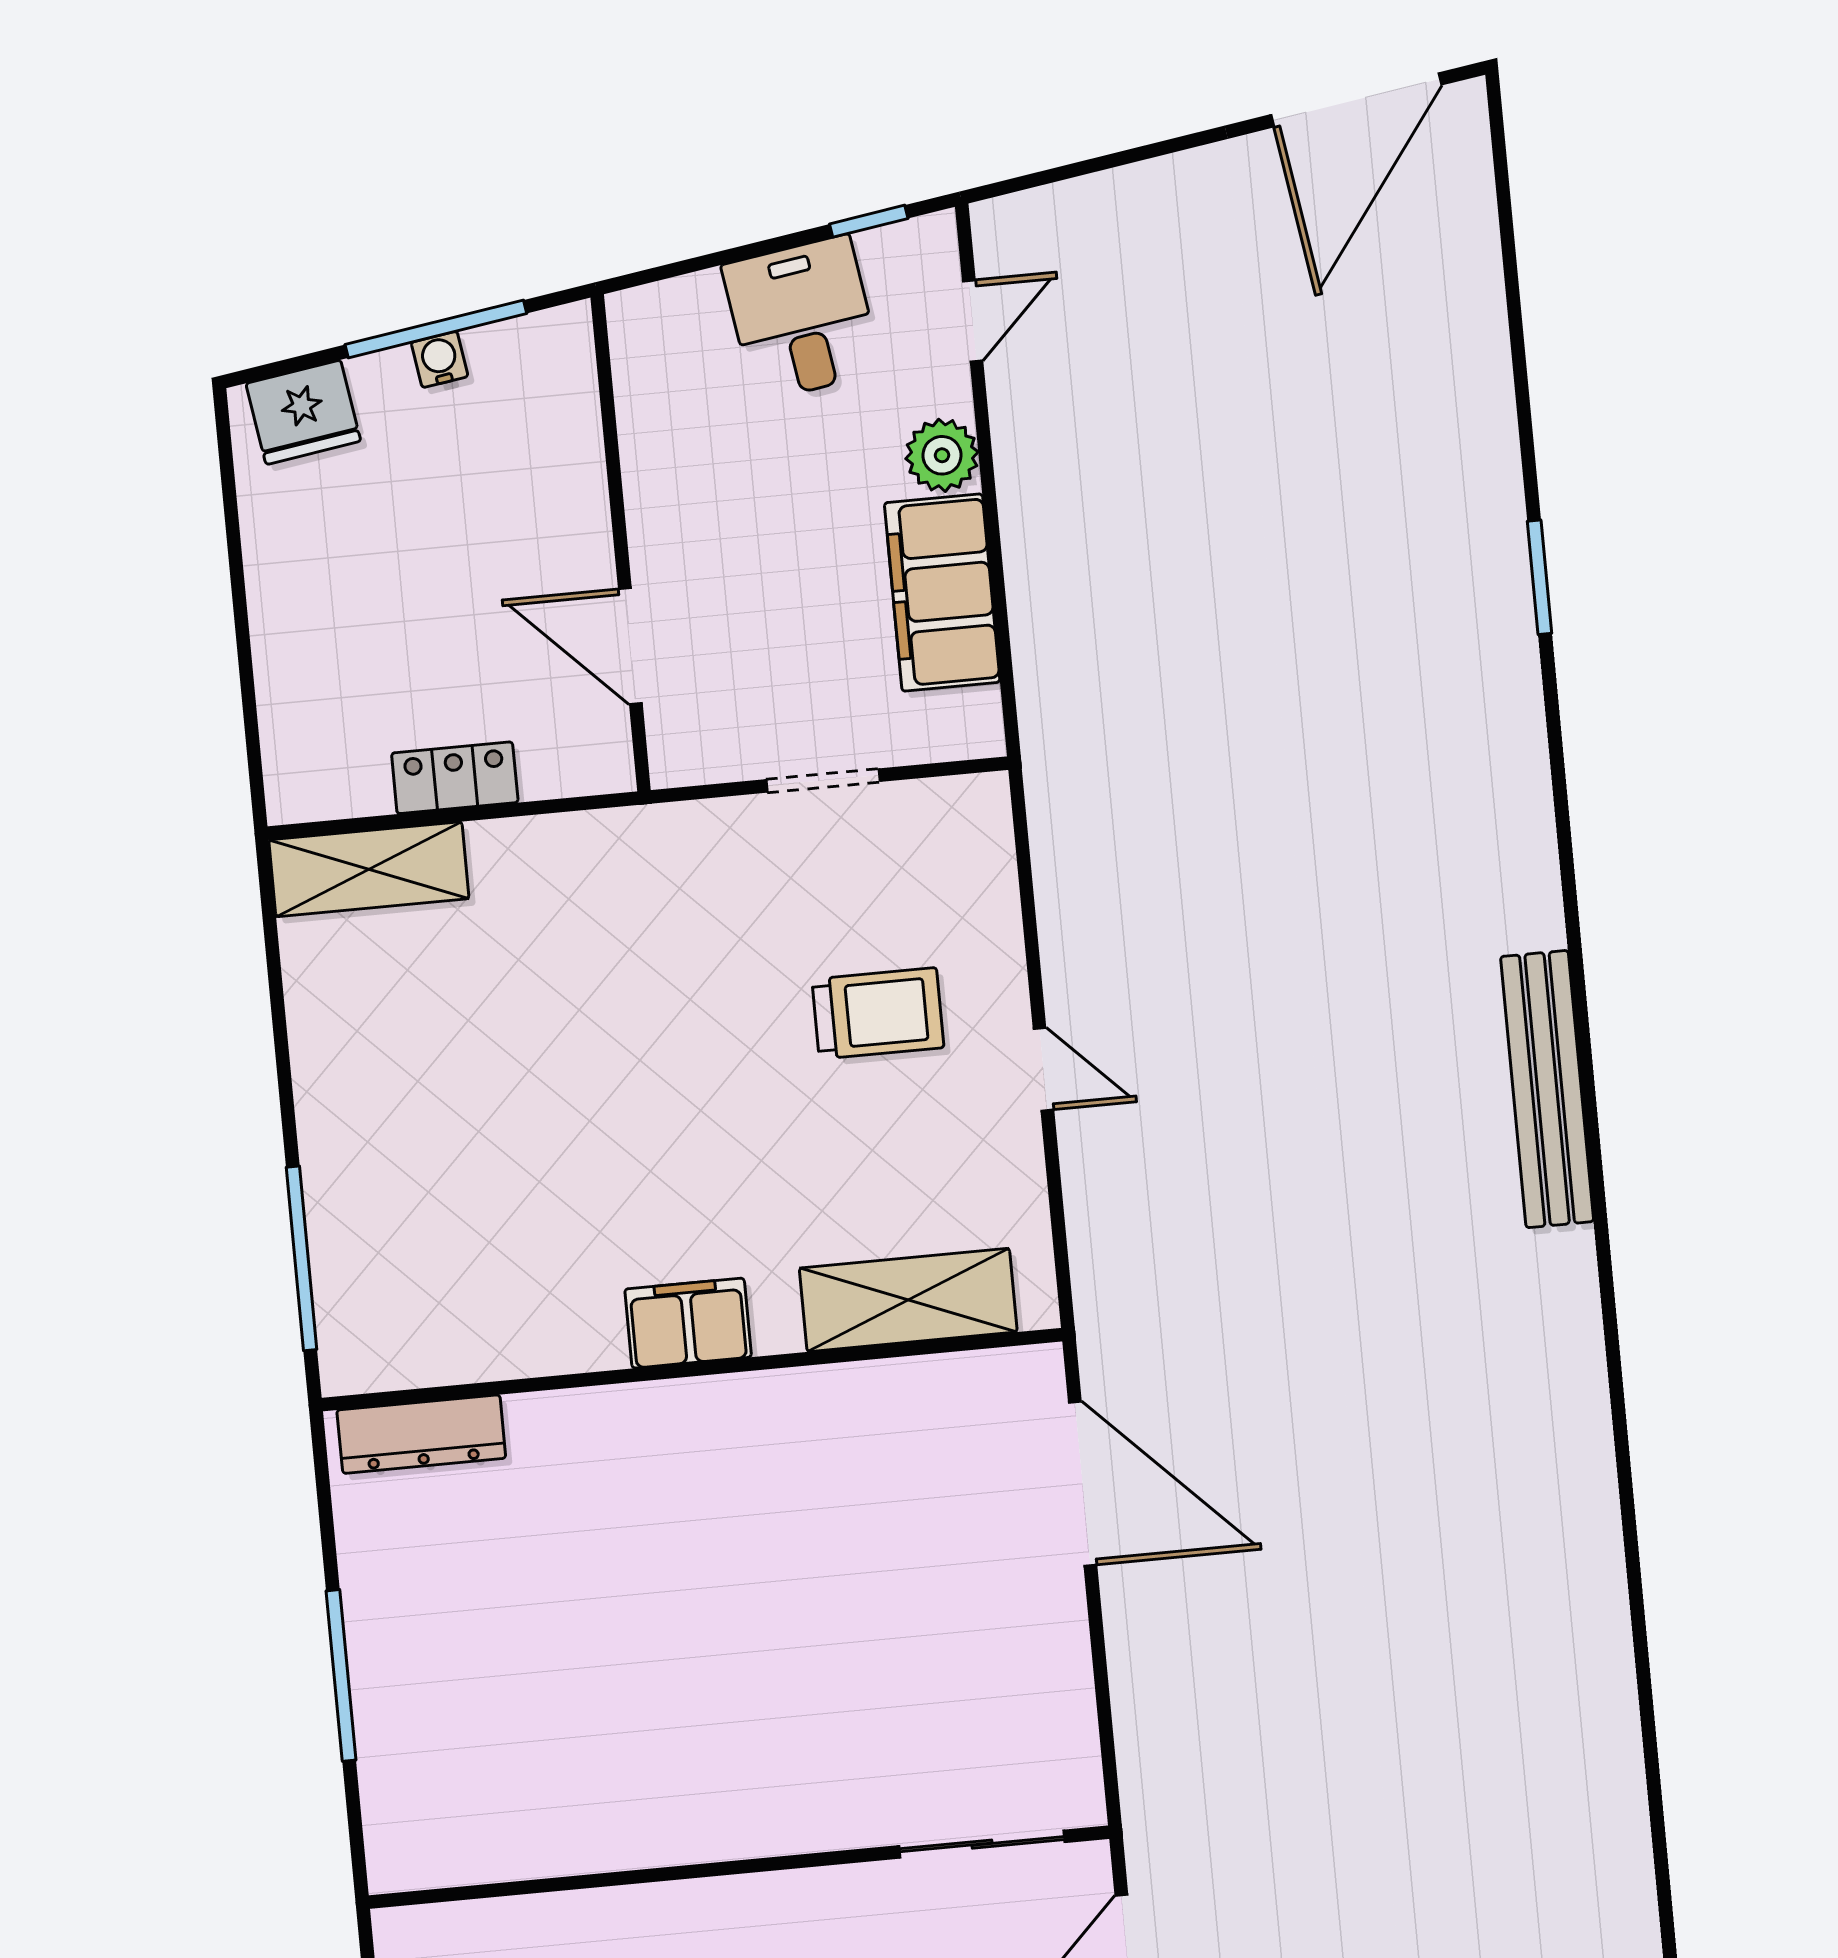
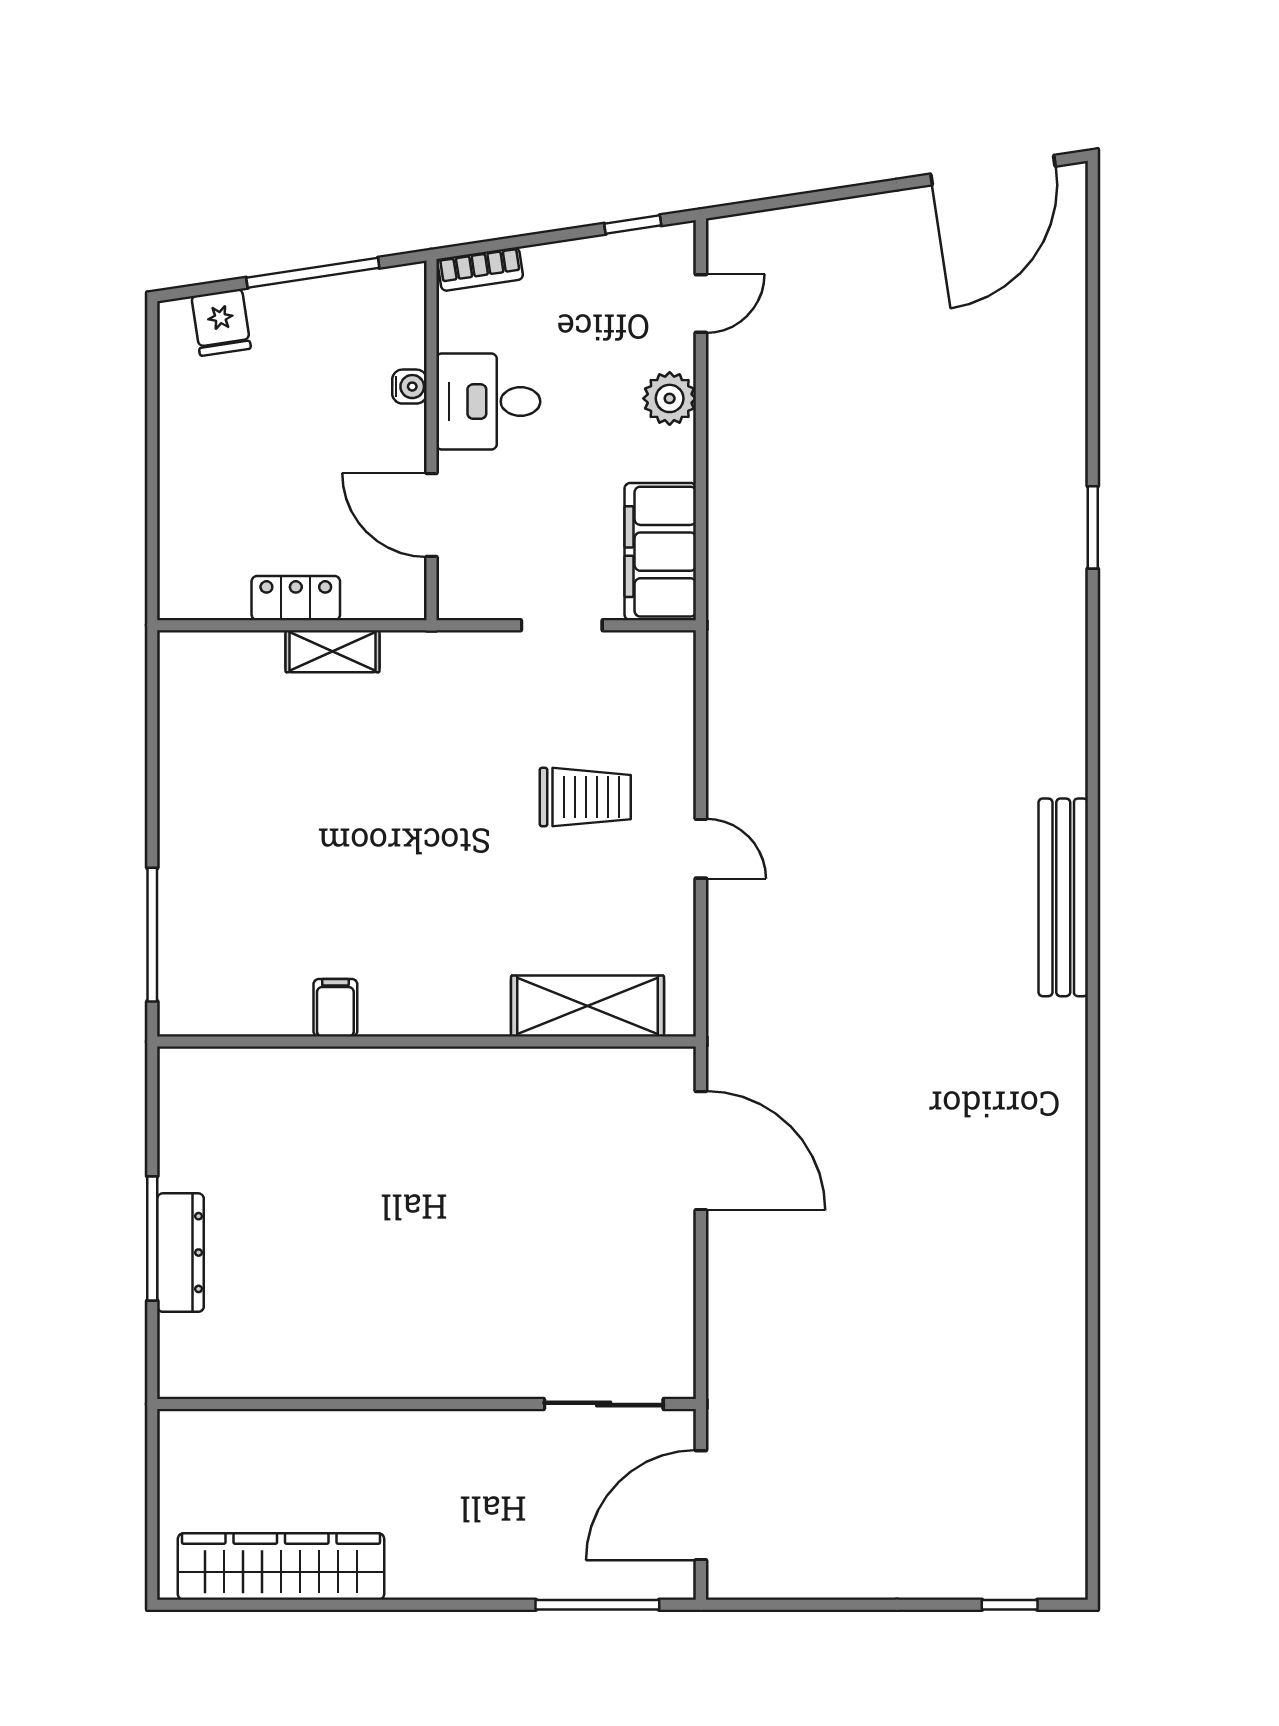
bookcase: (665, 302) -> (480, 269), added
desk: (802, 319) -> (488, 402), moved, turned -81
water cooler: (440, 359) -> (409, 387), moved, turned 99
fridge: (303, 412) -> (221, 322), width x0.72
filing cabinet: (942, 592) -> (660, 552), moved
shelving: (369, 869) -> (332, 651), moved, width x0.67, depth x0.75
filing cabinet: (688, 1323) -> (335, 1008), moved, width x0.50
dresser: (421, 1434) -> (180, 1253), moved, turned -90

